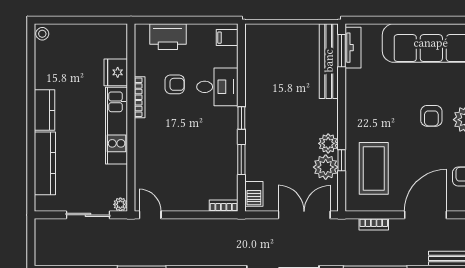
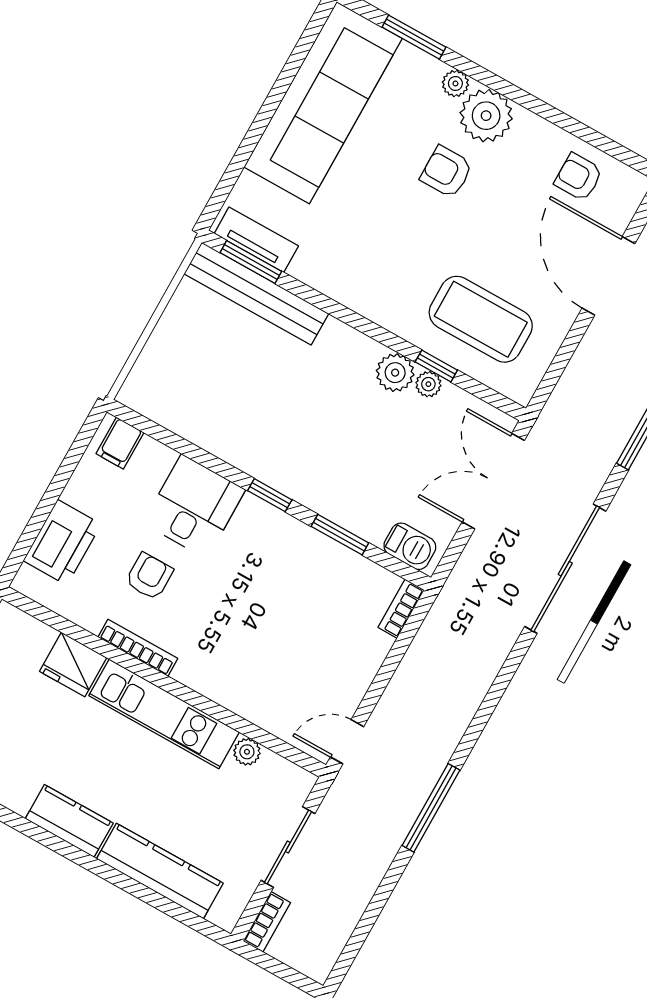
armchair: (431, 116) -> (446, 172), turned 180
plant: (326, 167) -> (428, 384), width x0.53, depth x0.53
plant: (120, 204) -> (247, 752), moved
bookcase: (374, 224) -> (267, 922), moved

